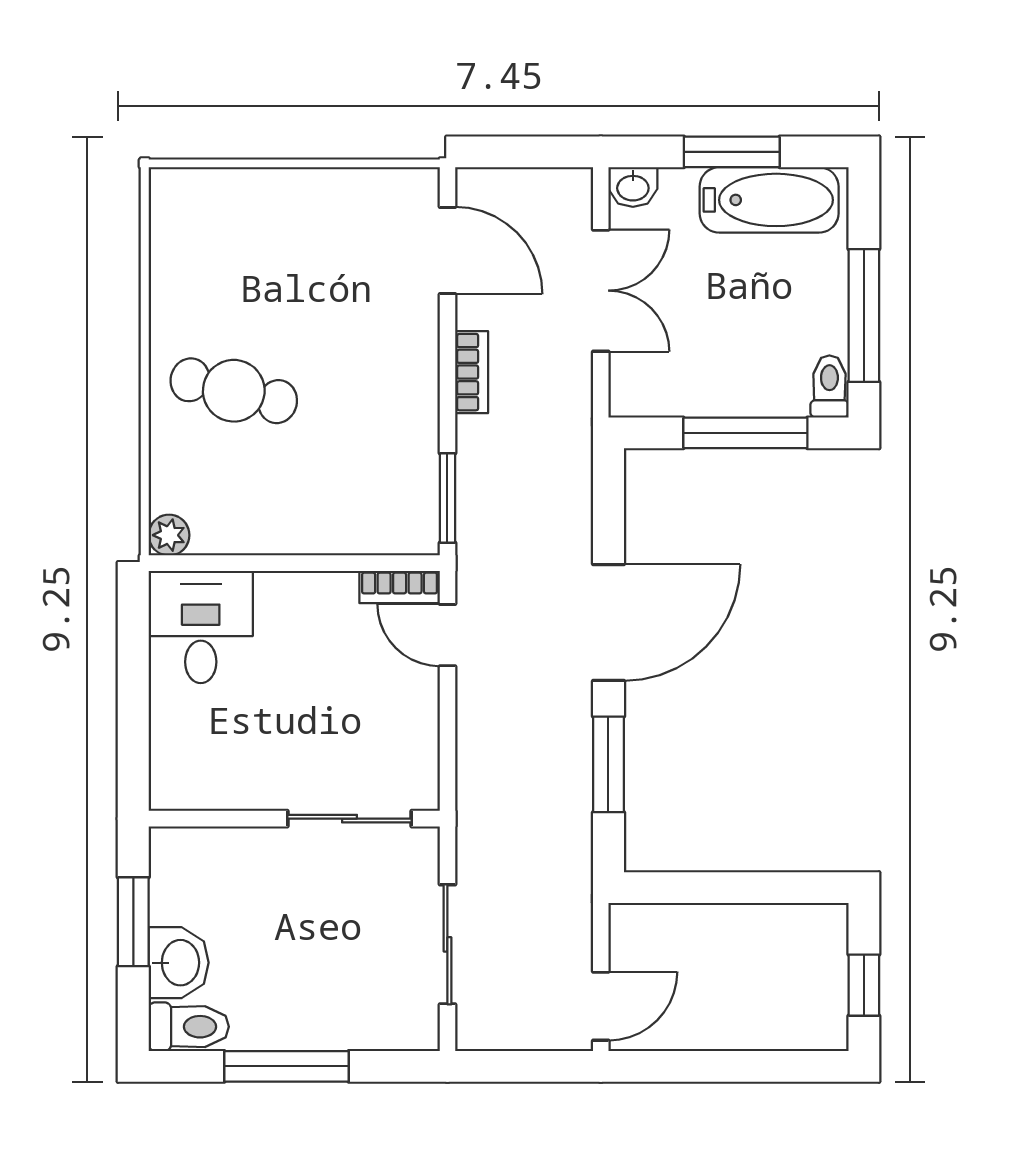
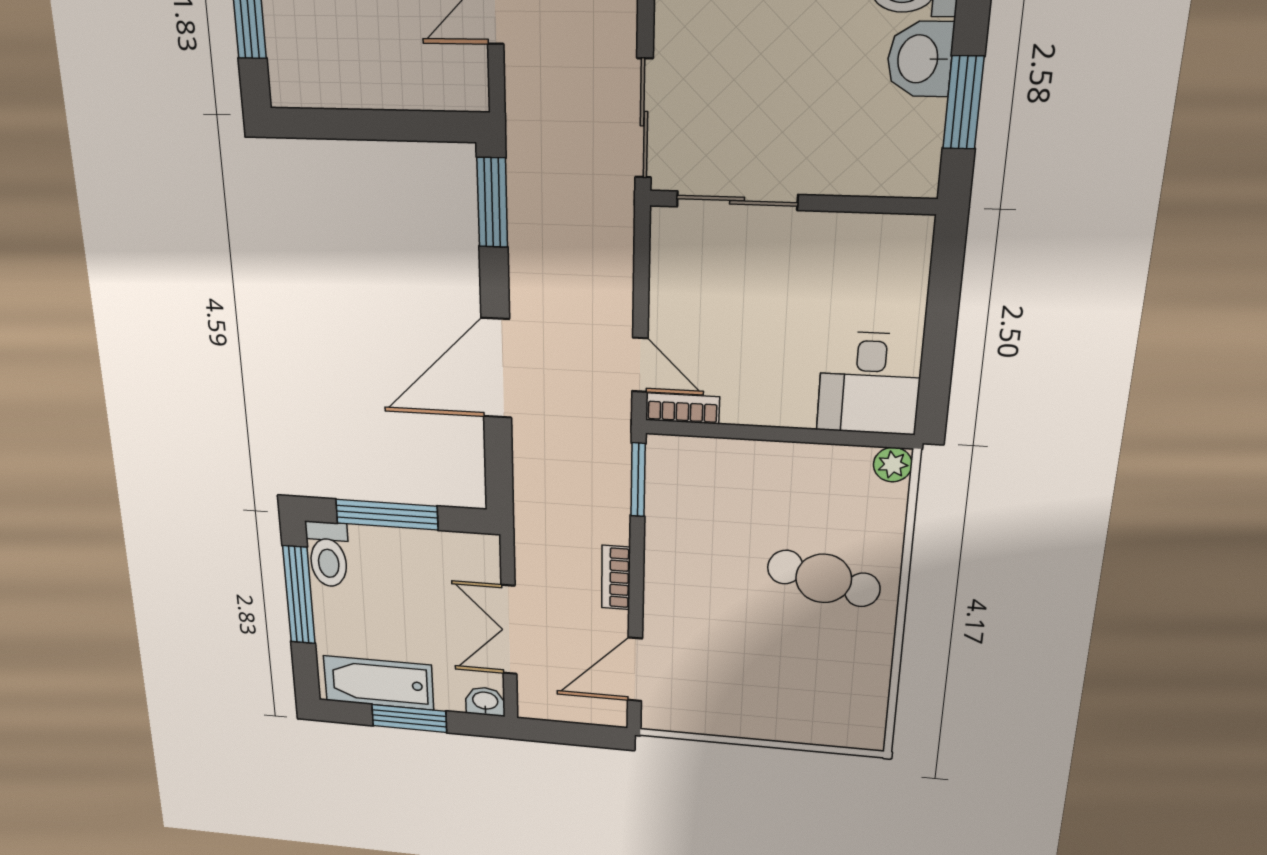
door: (447, 251) -> (635, 670), hinge flipped
toilet: (829, 386) -> (328, 554), width x1.37, depth x1.39
window: (608, 764) -> (492, 203), moved
sliding door: (447, 944) -> (644, 119), moved

